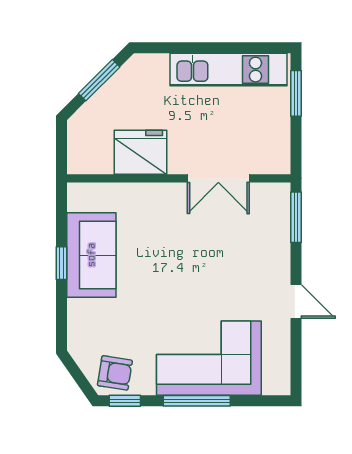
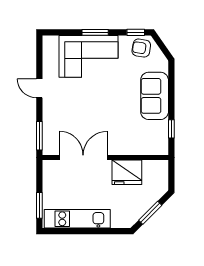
double door: (218, 178) -> (83, 157), width x1.37
sofa: (91, 255) -> (155, 96), moved
window: (61, 263) -> (171, 129), moved
window: (197, 401) -> (95, 32), width x0.69

